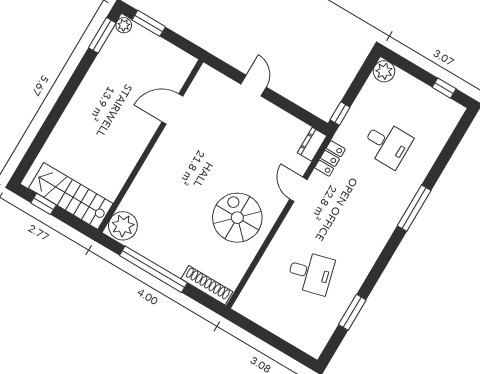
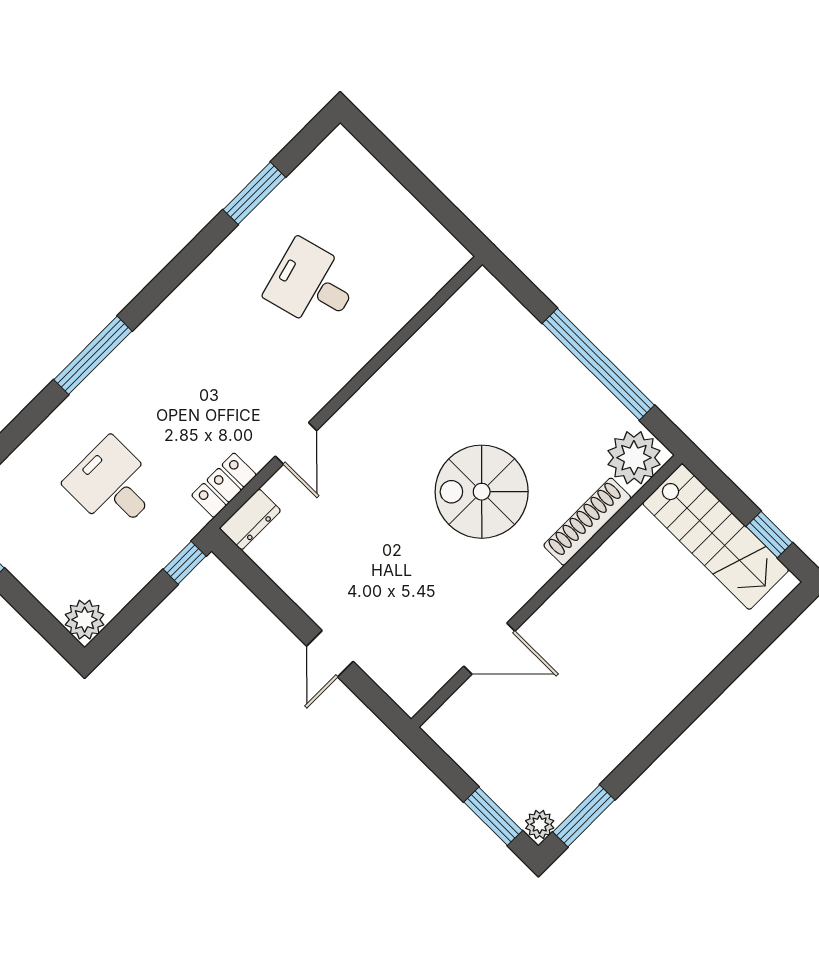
spiral stairs: (237, 218) -> (482, 492), moved, turned 90
shoe rack: (207, 285) -> (587, 522), moved, turned 90

